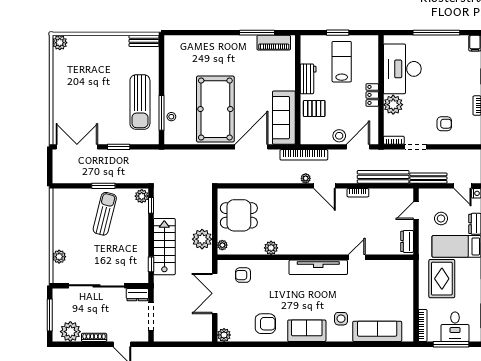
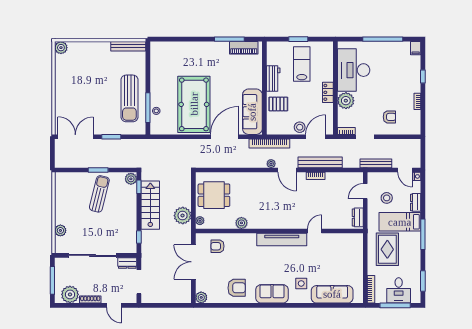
bench: (144, 41) -> (128, 46), width x1.36
bench: (383, 177) -> (320, 162), moved
stairs: (164, 247) -> (150, 205), moved

